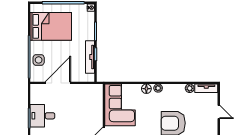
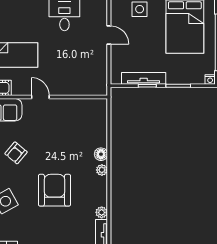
door: (58, 83) -> (109, 35), width x0.53
corner sofa: (120, 105) -> (79, 119), removed

